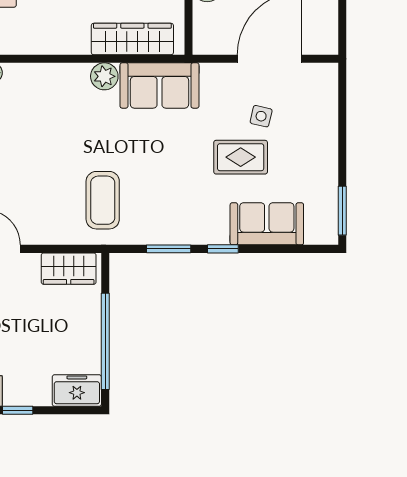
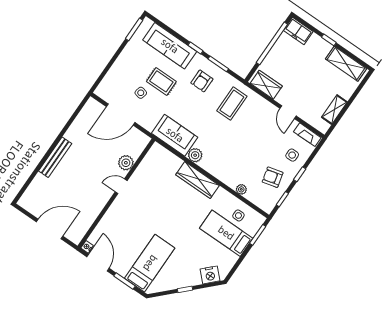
wardrobe: (132, 39) -> (197, 180), moved
armchair: (176, 203) -> (202, 81), added
sofa: (267, 224) -> (170, 46), width x1.36

